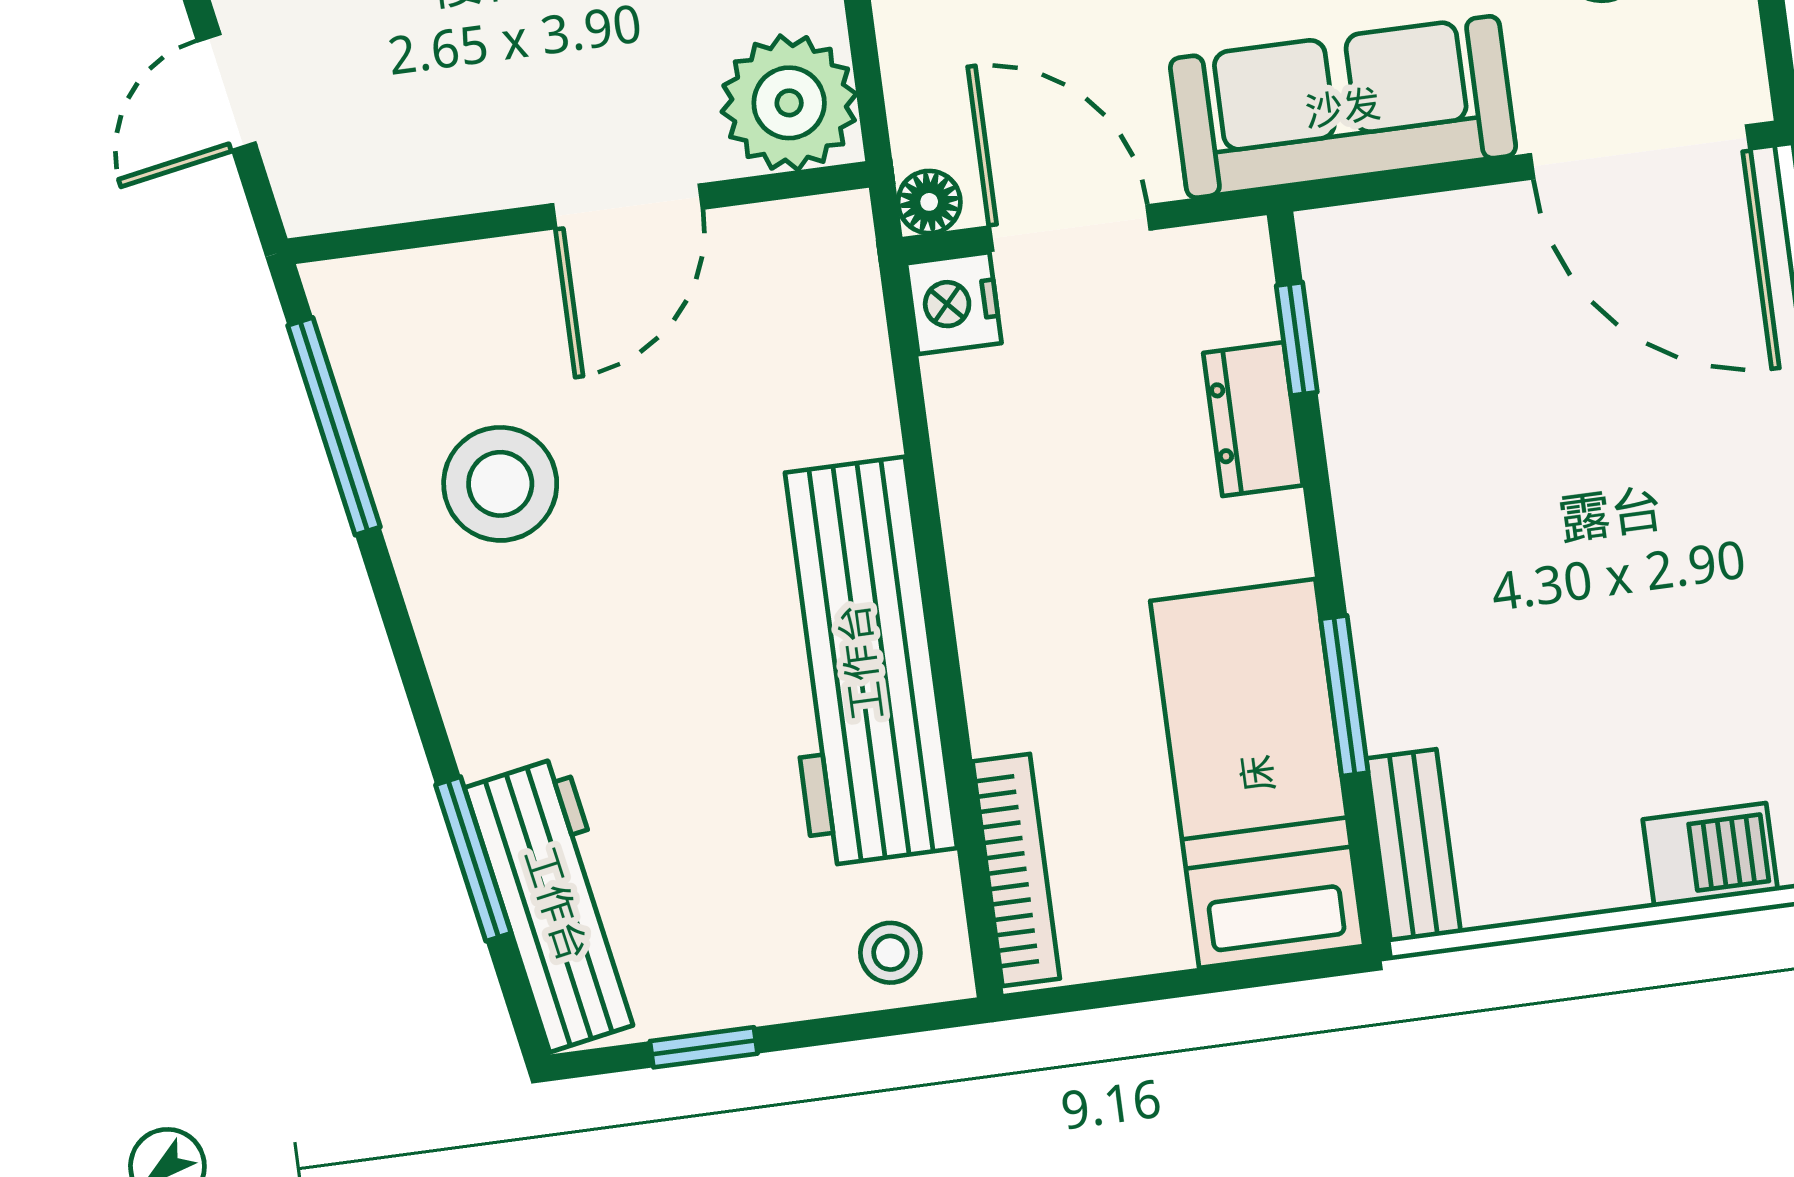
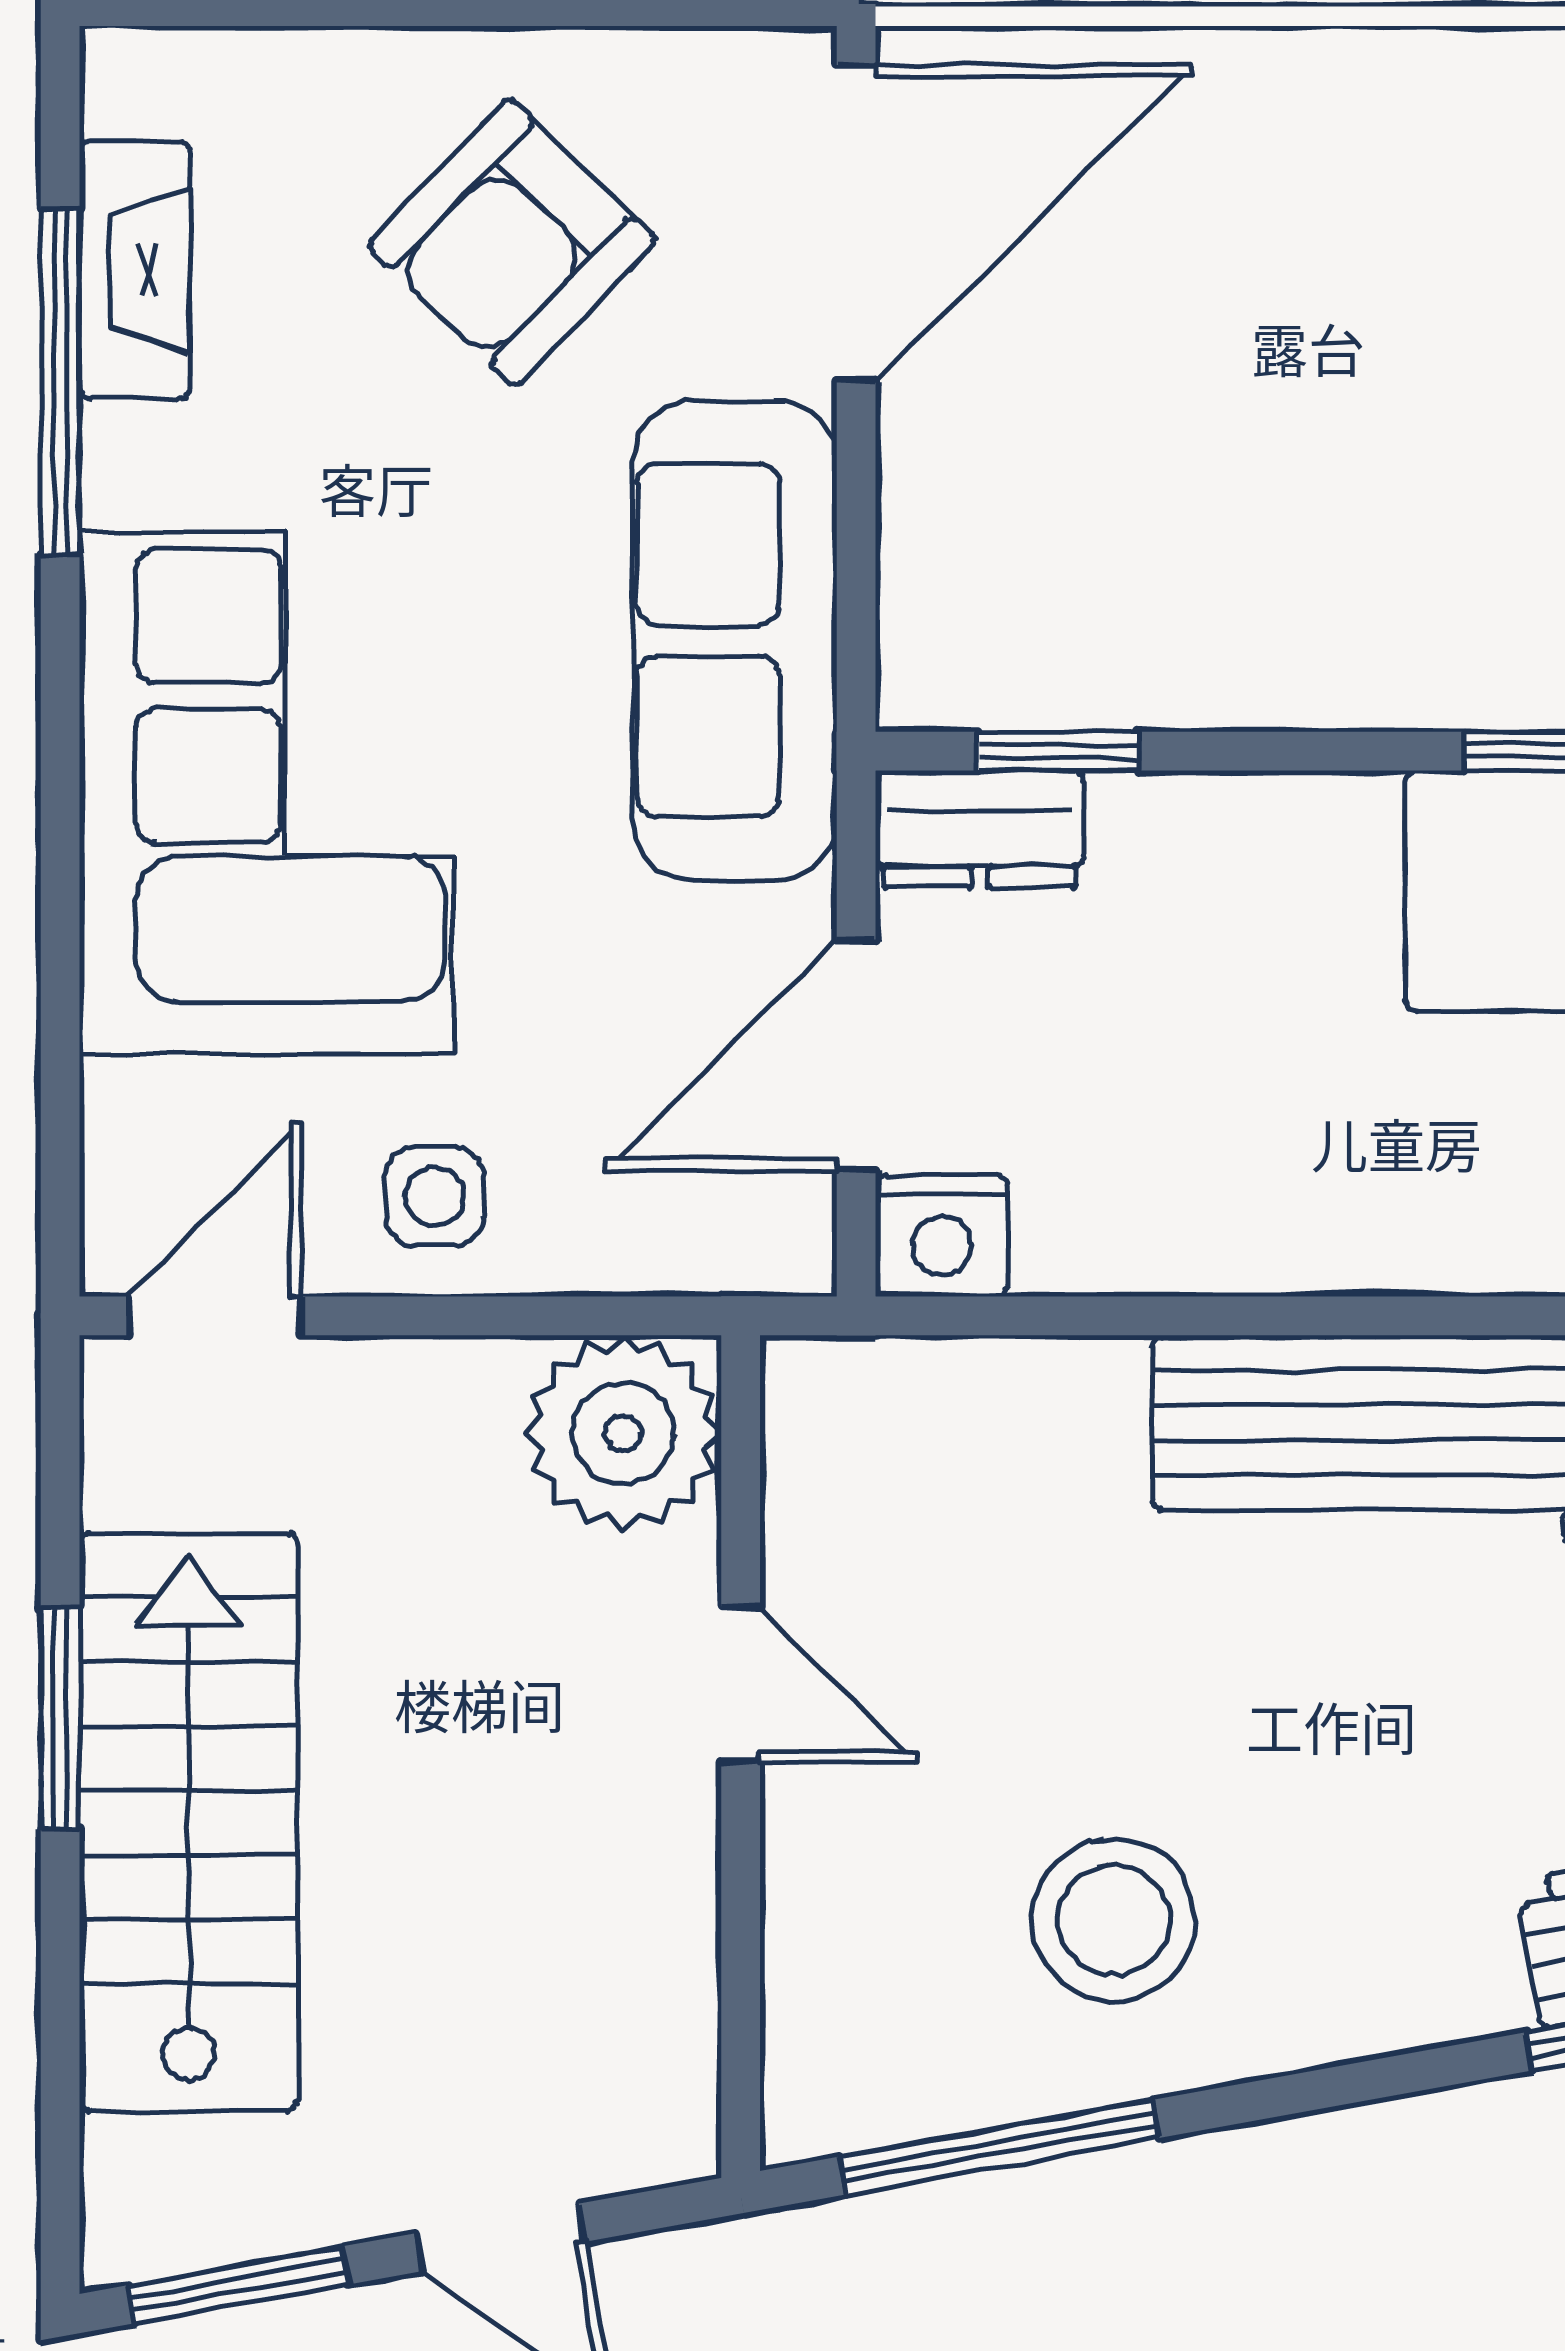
floor lamp: (929, 202) -> (792, 1252), removed
door: (628, 206) -> (741, 1685), width x0.73
dresser: (1253, 419) -> (980, 829), moved

